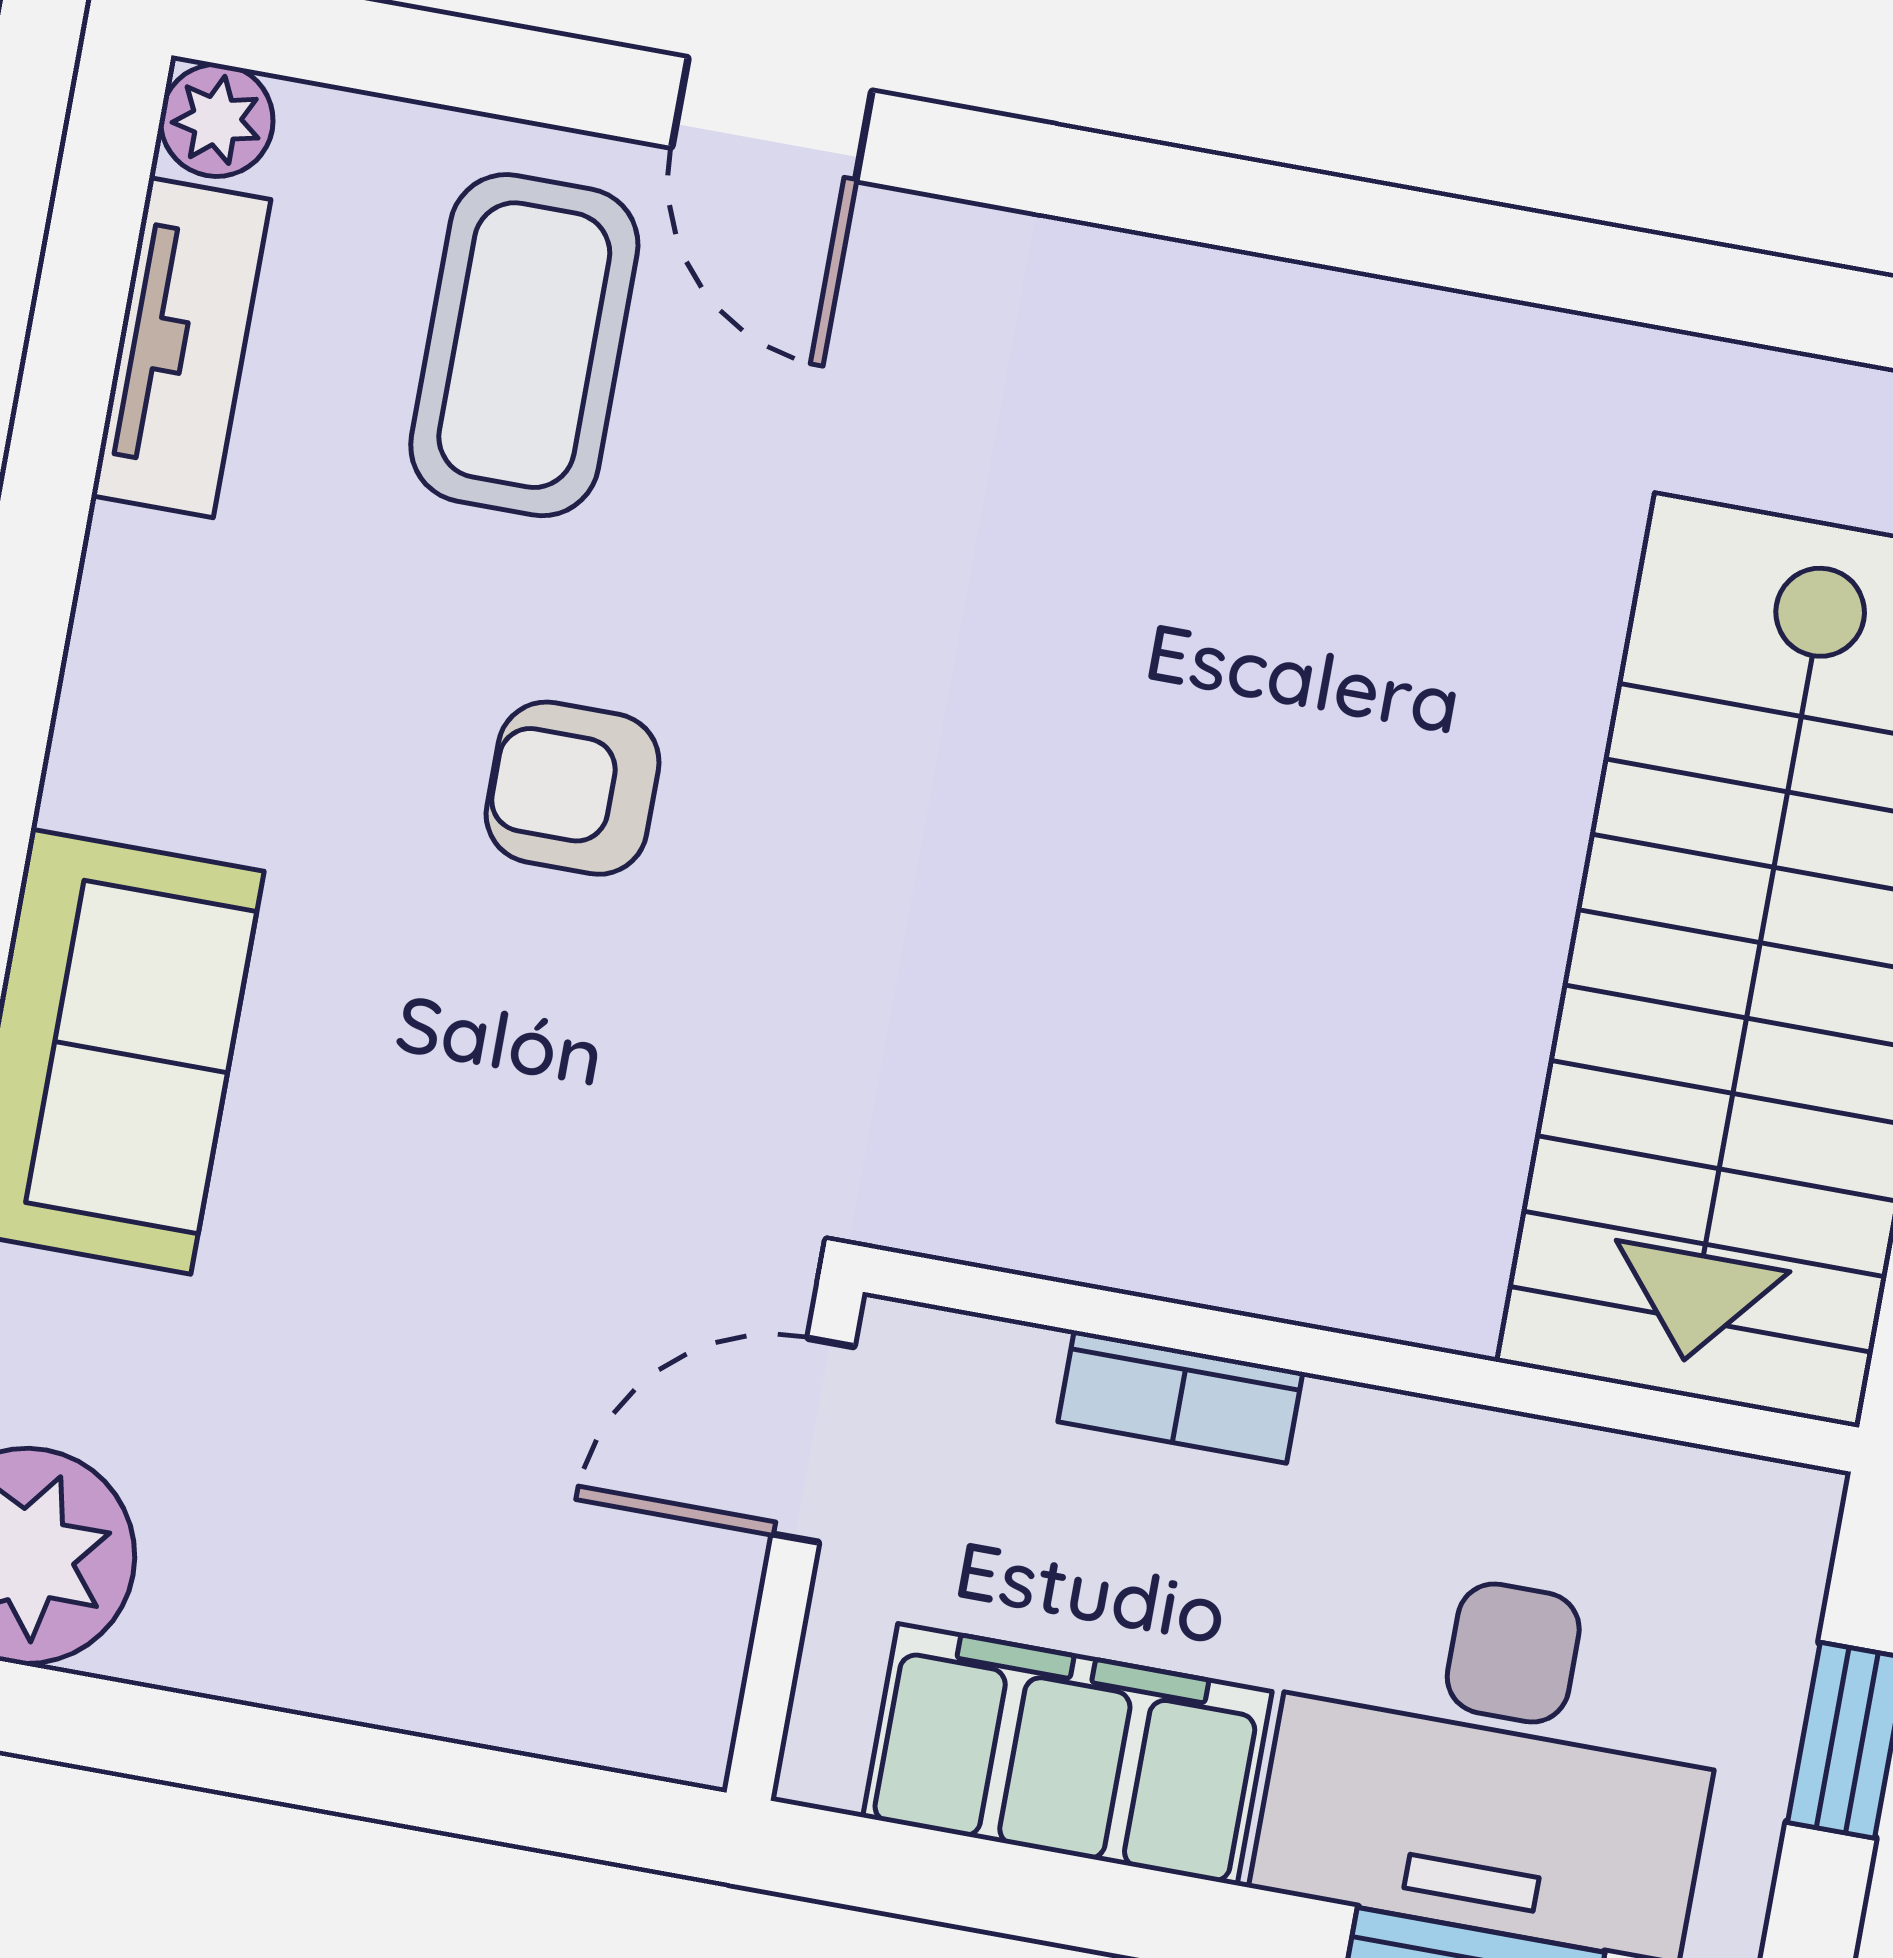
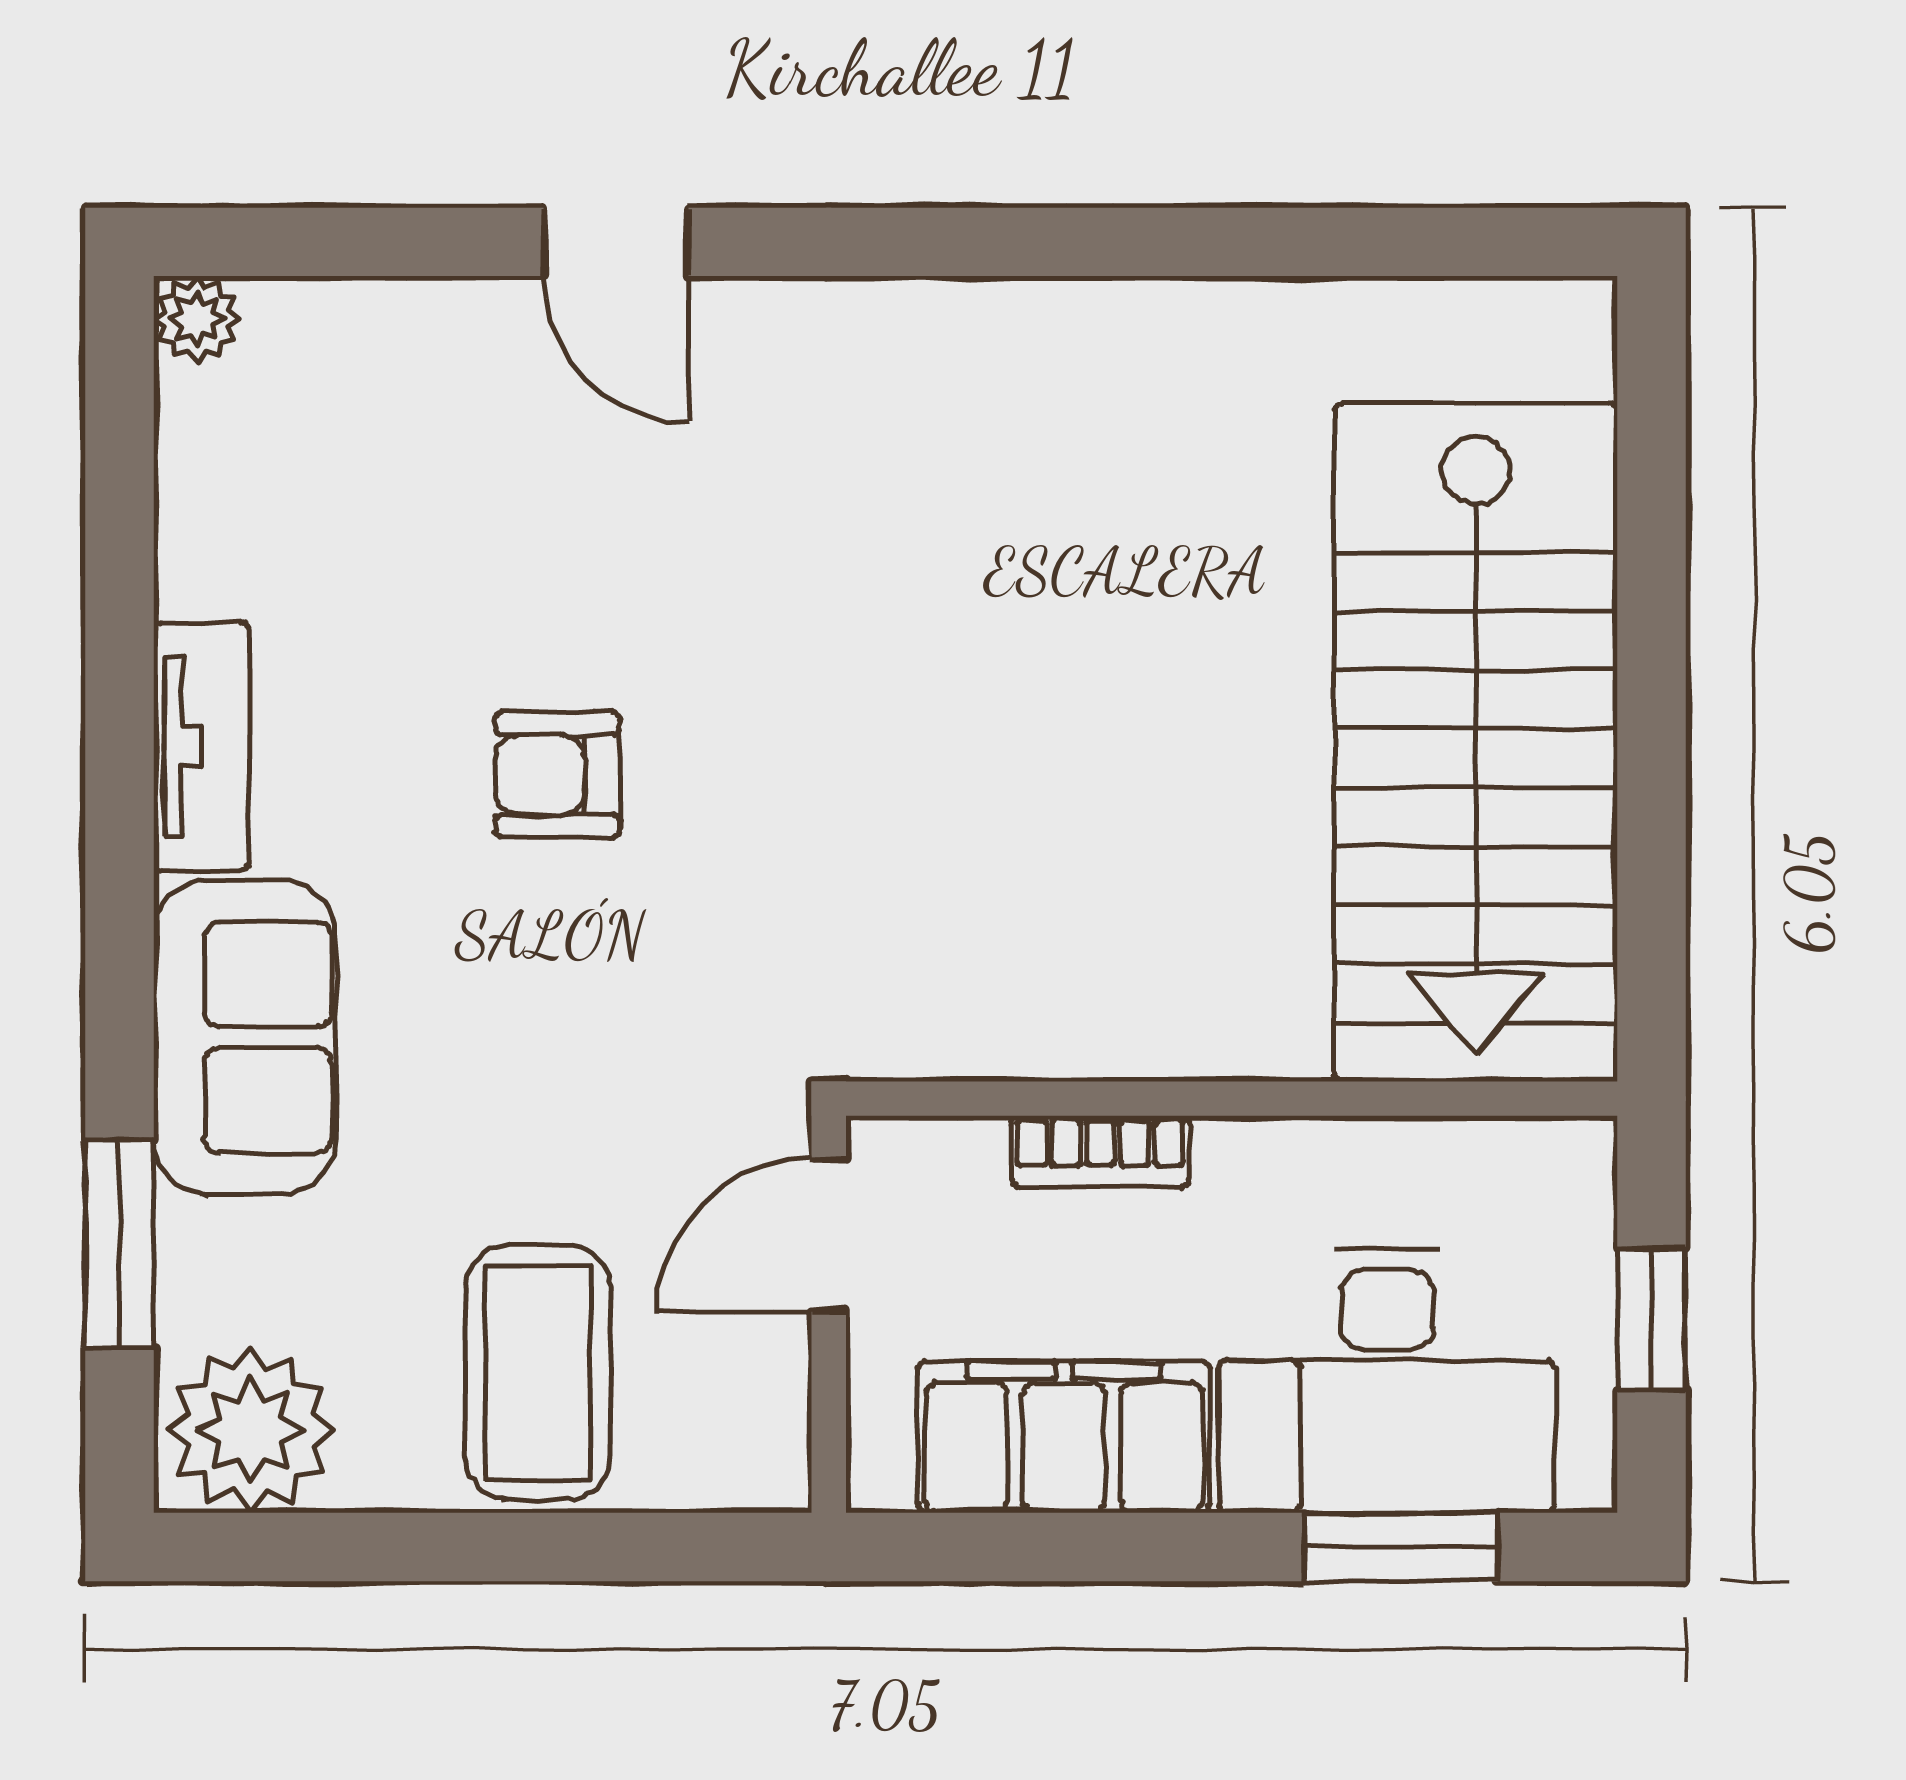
coffee table: (524, 345) -> (538, 1372), moved
tv unit: (181, 348) -> (201, 747), moved

